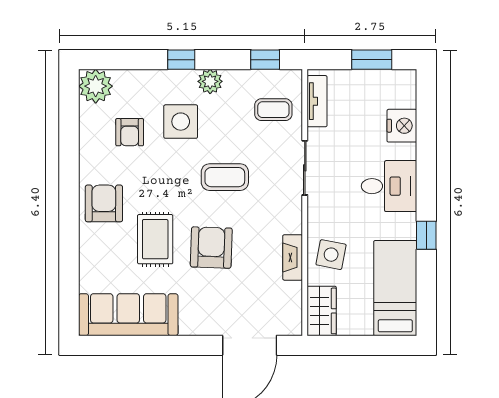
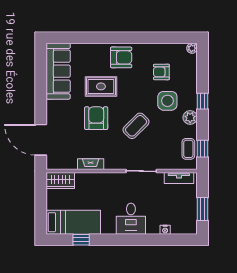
plant: (96, 86) -> (192, 48), width x0.53, depth x0.53
coffee table: (273, 110) -> (188, 149), moved
nightstand: (402, 126) -> (165, 230), width x0.53, depth x0.56
coffee table: (225, 177) -> (136, 126), turned 45
window: (426, 235) -> (81, 240), moved
armchair: (211, 248) -> (96, 118), turned -92
side table: (331, 255) -> (92, 186), removed

